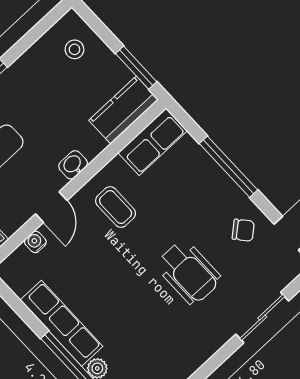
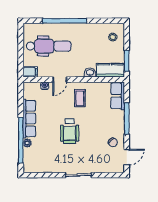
row of seats: (153, 142) -> (118, 96), moved, turned 90
washbasin: (73, 165) -> (90, 73), moved
wheelchair: (189, 272) -> (70, 131), moved
sliding door: (262, 318) -> (79, 175), moved

